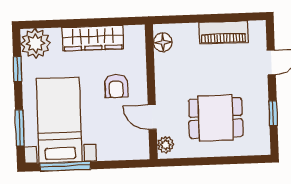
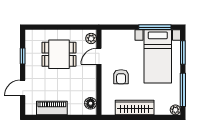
plant: (35, 43) -> (175, 110), width x0.53, depth x0.53
window: (18, 69) -> (183, 90), width x2.17
armchair: (116, 86) -> (121, 77), turned 180
door: (152, 117) -> (99, 56), swing flipped

